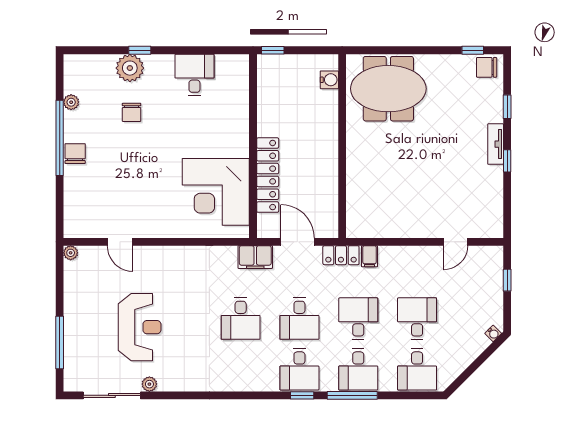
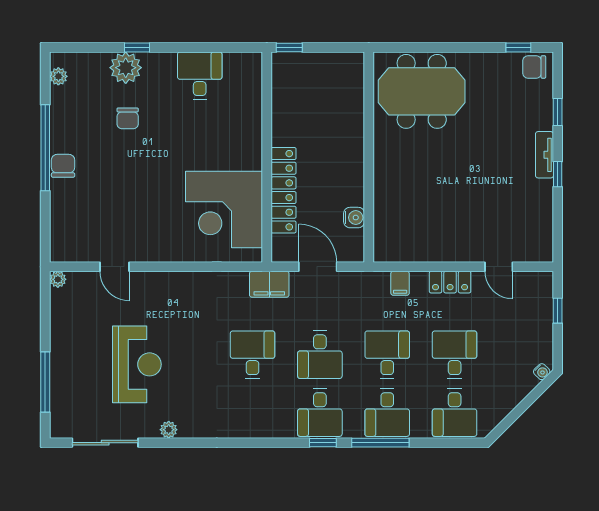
water cooler: (329, 80) -> (354, 218), moved
plant: (71, 102) -> (58, 76), moved
door: (456, 242) -> (499, 267), hinge flipped
locker: (341, 255) -> (450, 282), moved
desk: (241, 319) -> (253, 355), turned 180
plant: (149, 384) -> (169, 430), moved

